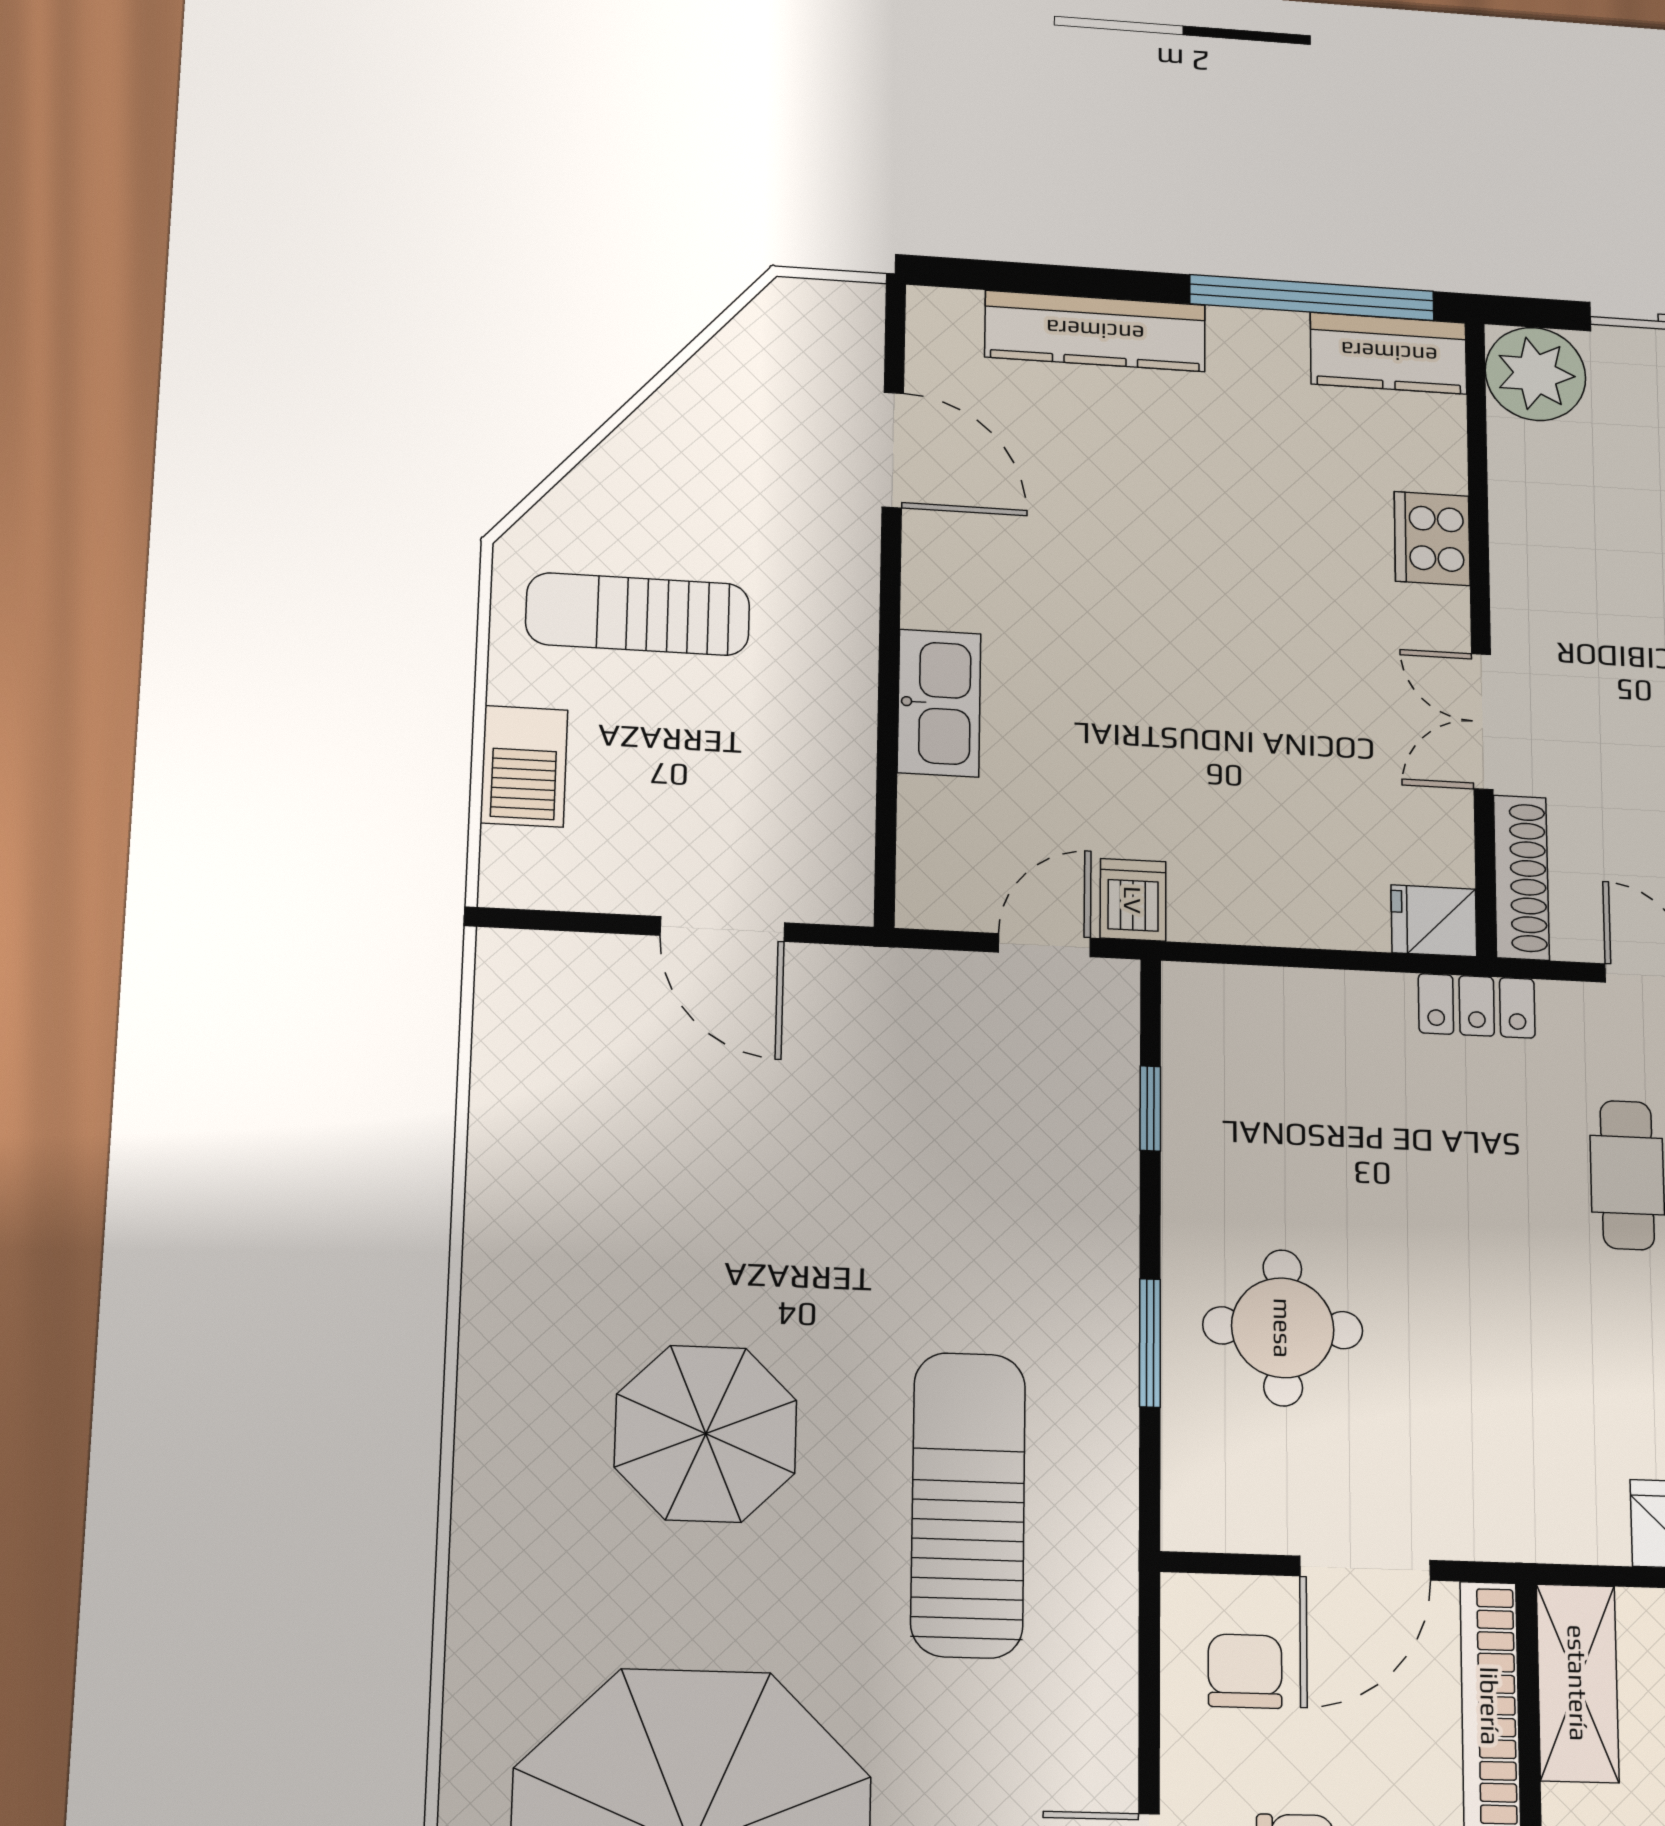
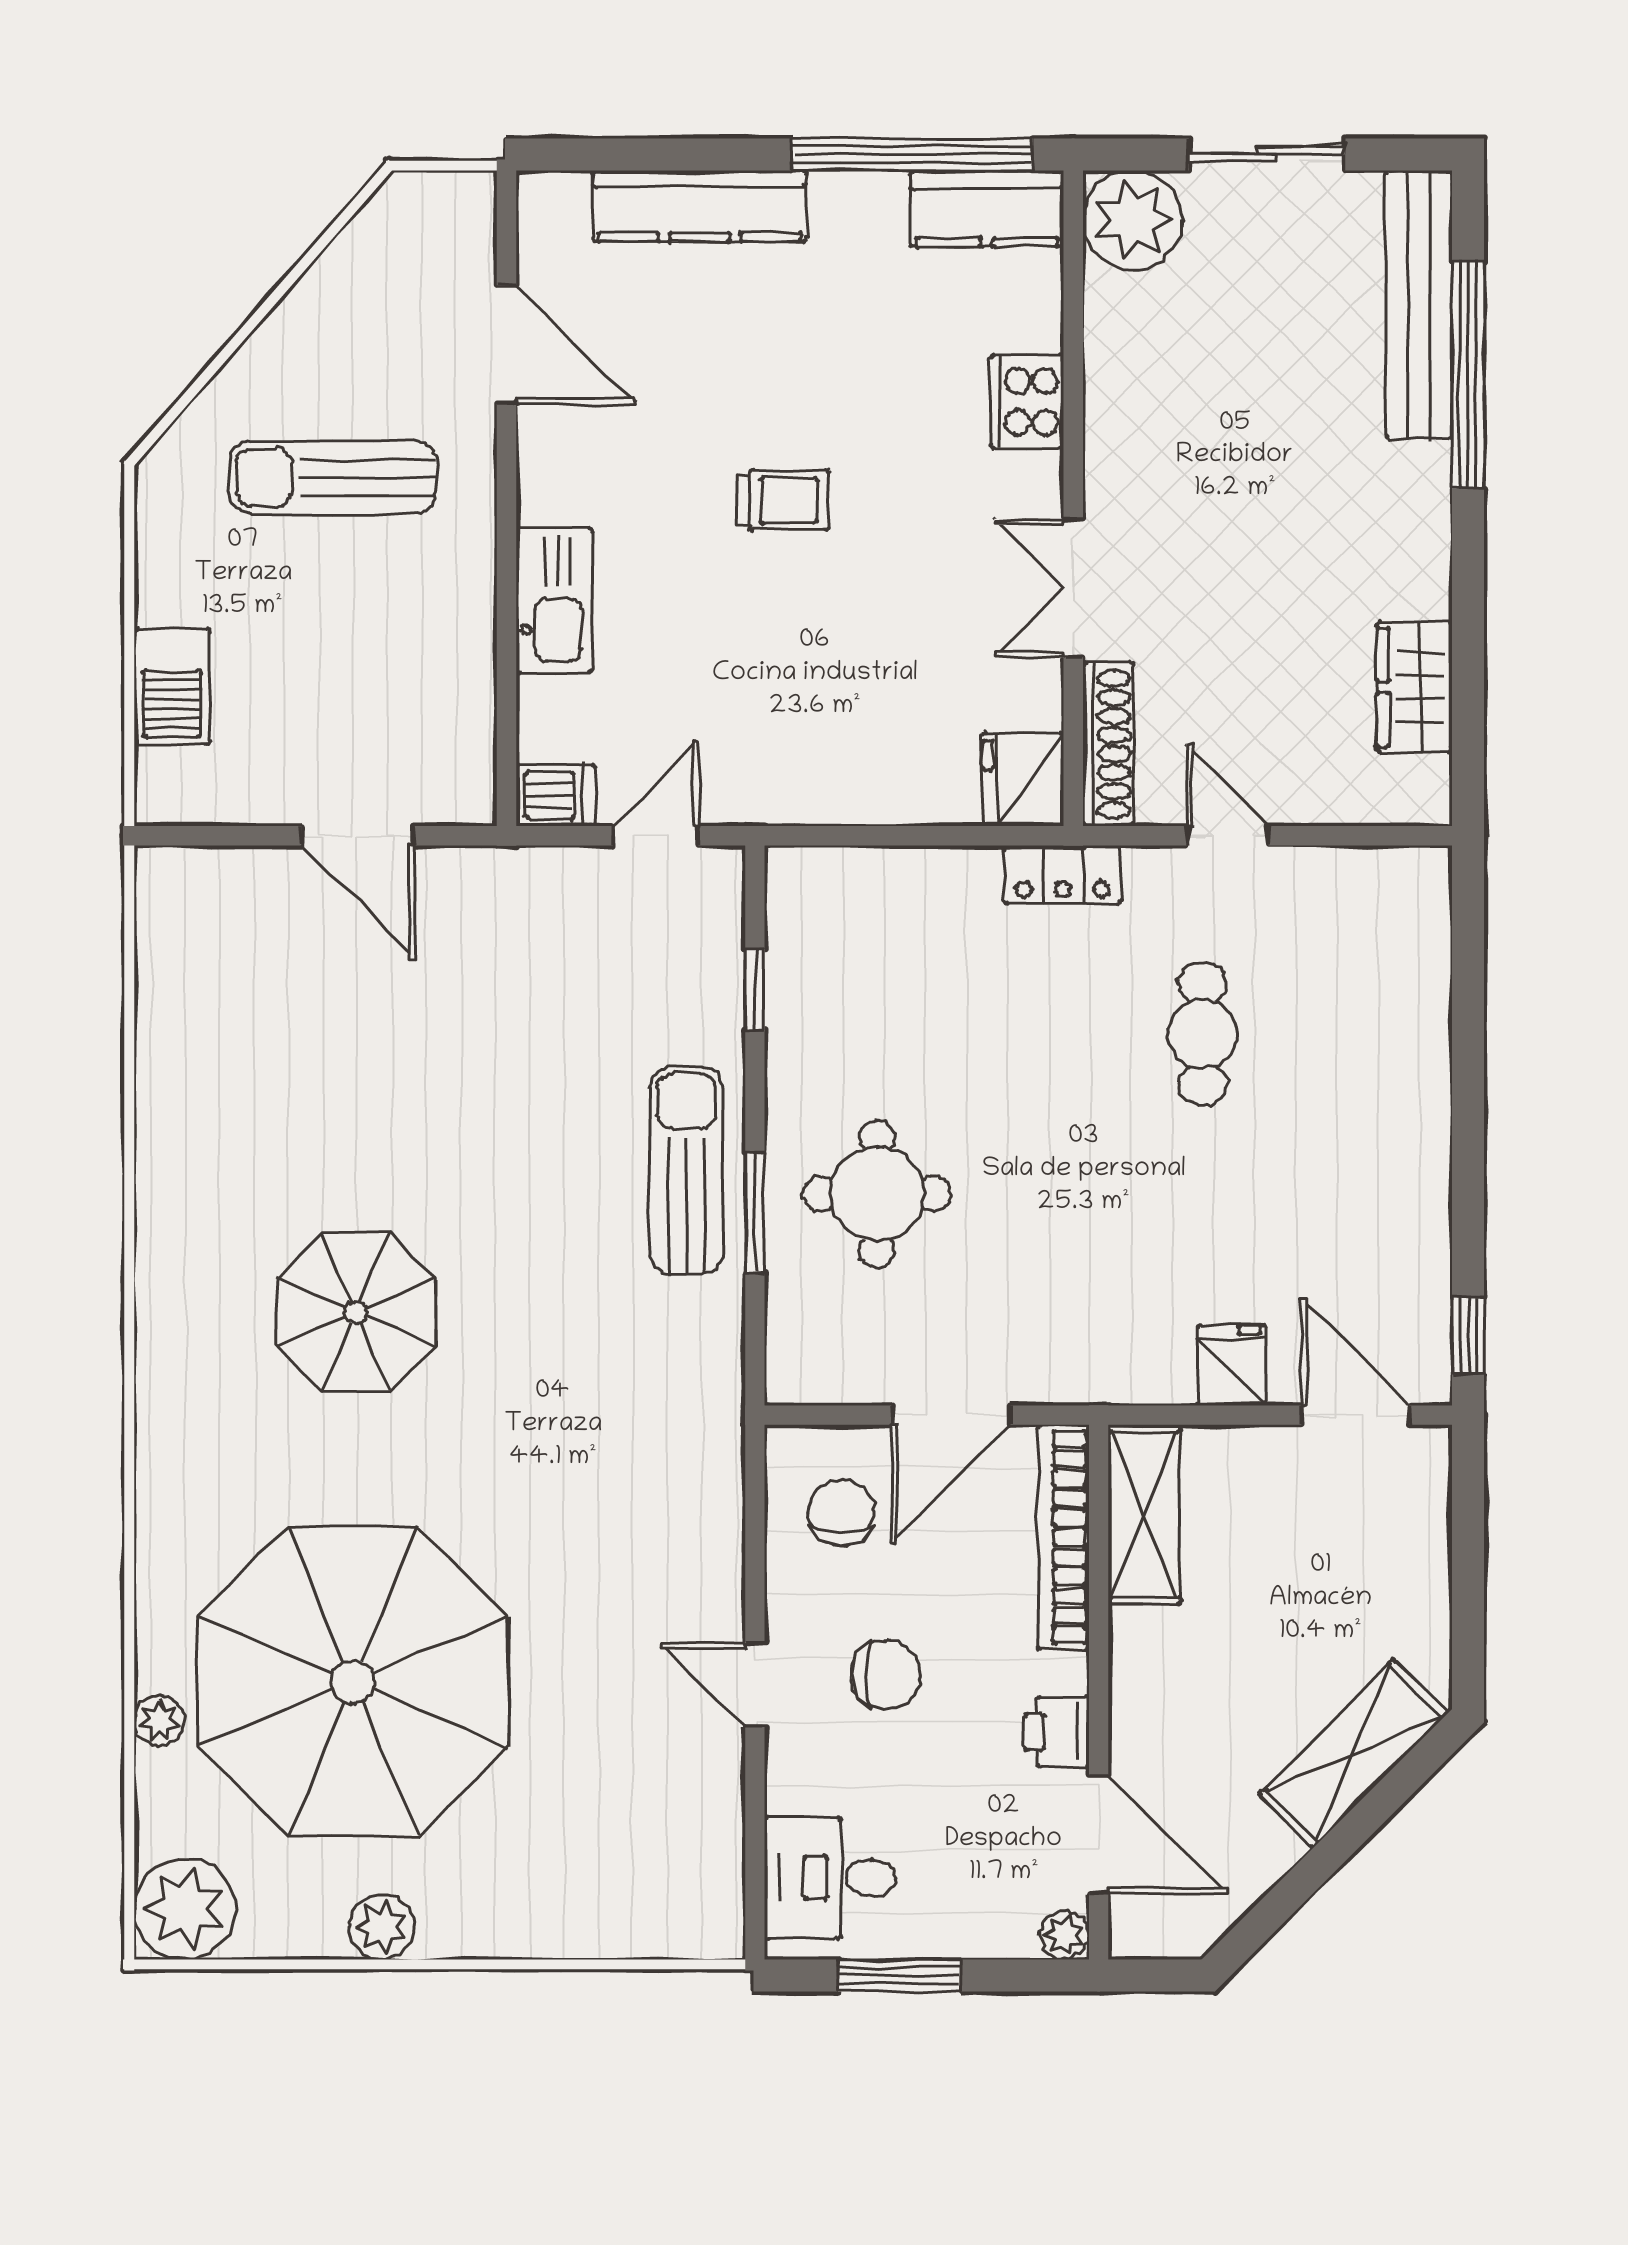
sun lounger: (638, 614) -> (333, 477), moved
trolley: (1180, 618) -> (782, 500), added
dishwasher: (1133, 900) -> (556, 796), moved, turned 90
fridge: (1434, 921) -> (1023, 779), width x1.38
sun lounger: (968, 1504) -> (686, 1171), moved, width x0.73, depth x0.75

